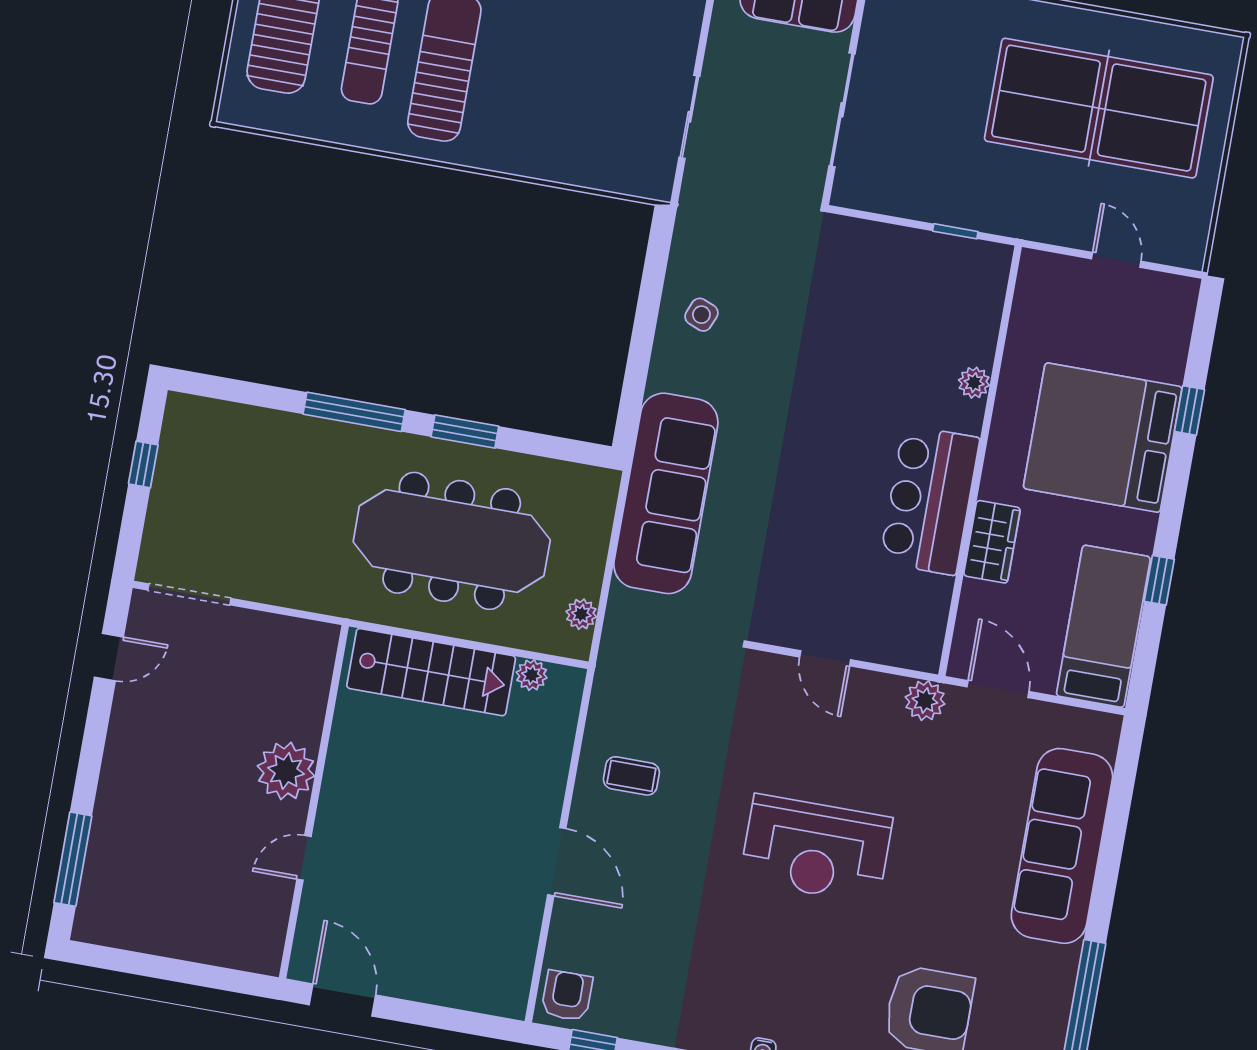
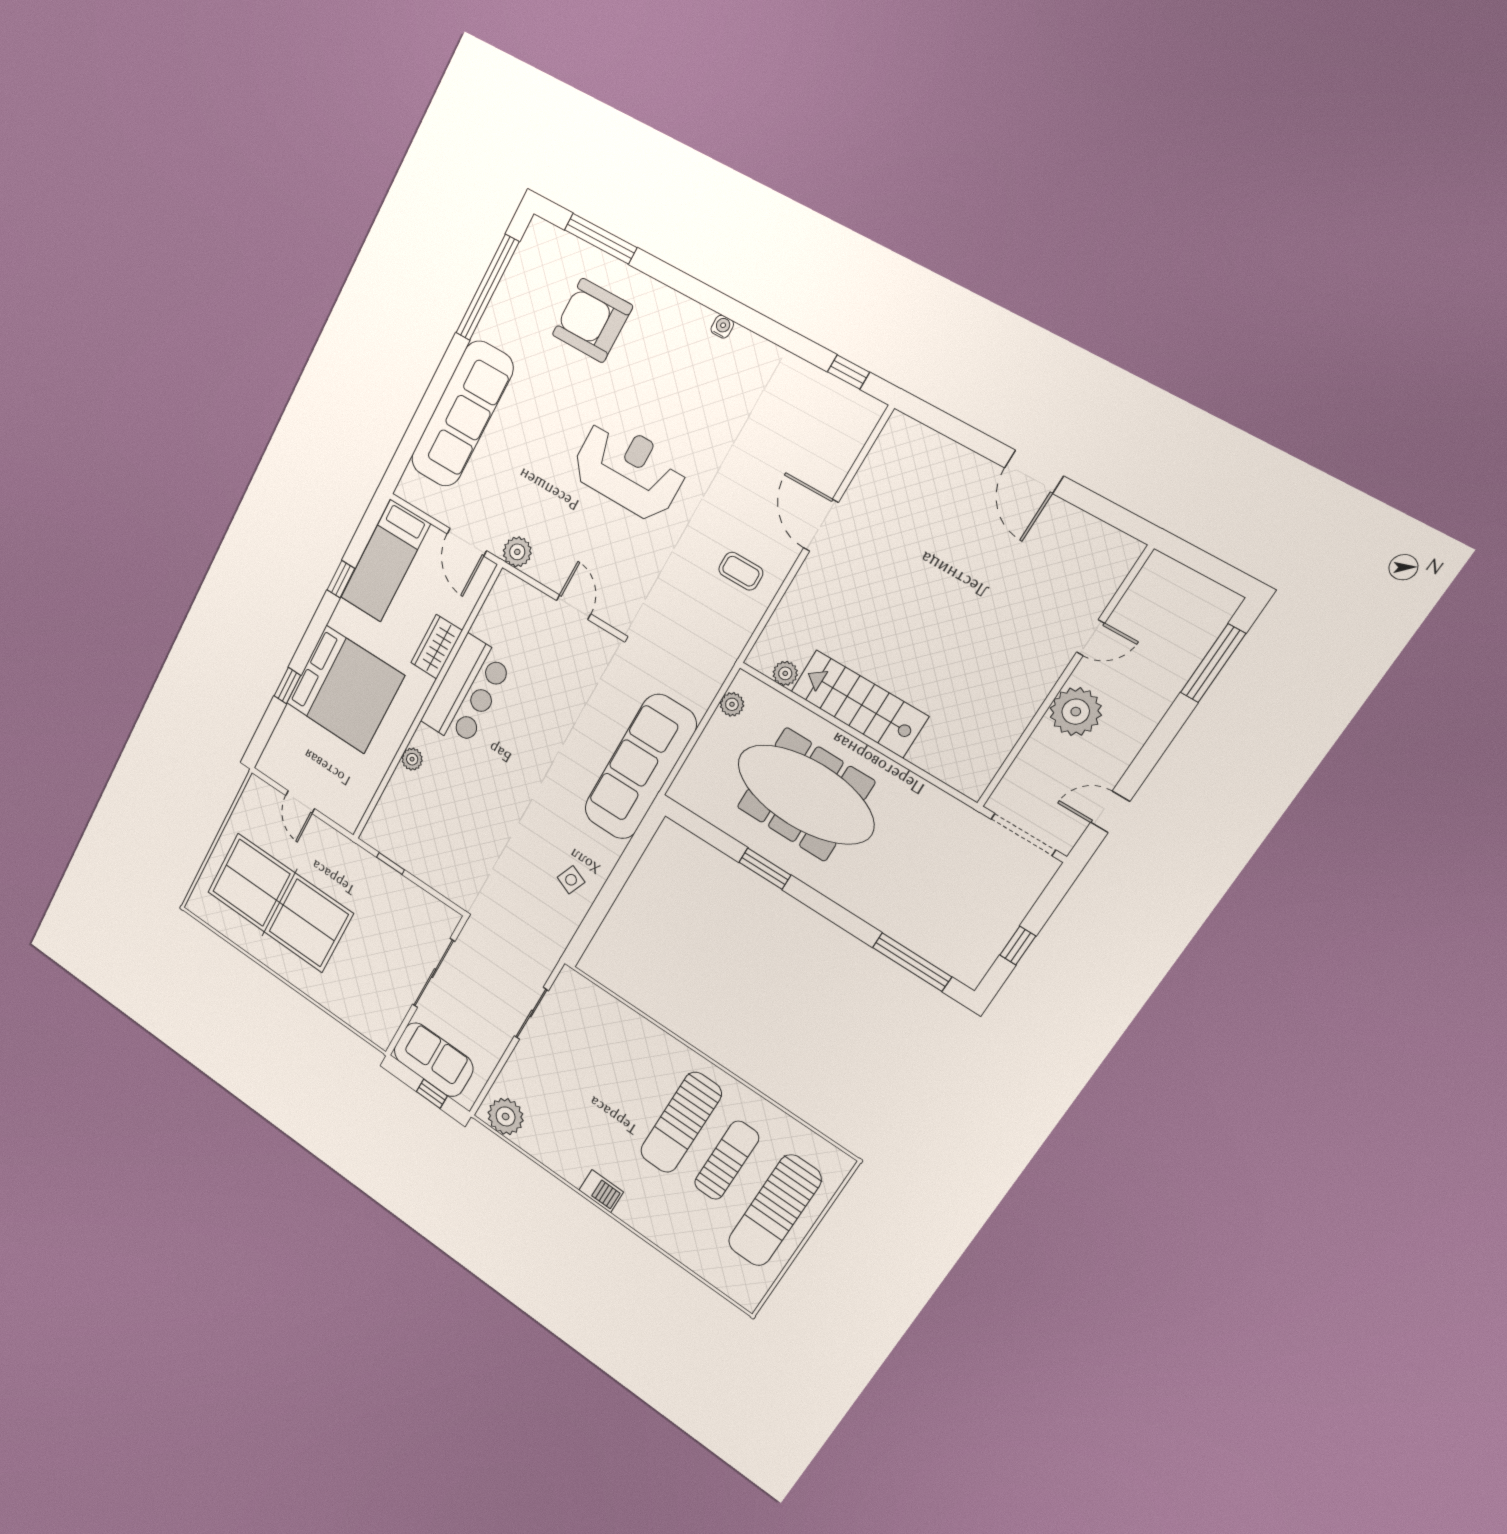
window: (354, 412) -> (912, 962), moved
plant: (286, 771) -> (1076, 712), moved
wall: (314, 802) -> (1063, 679), moved
door: (304, 858) -> (1091, 638), moved
armchair: (567, 996) -> (854, 418), removed

